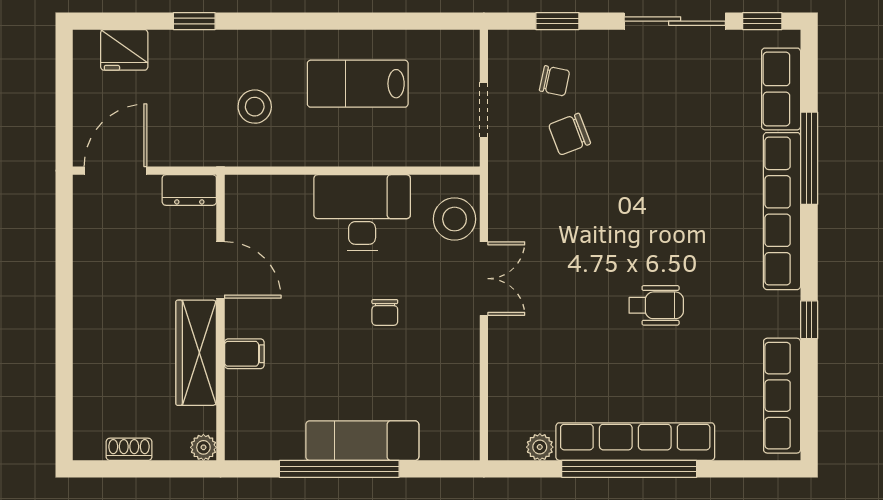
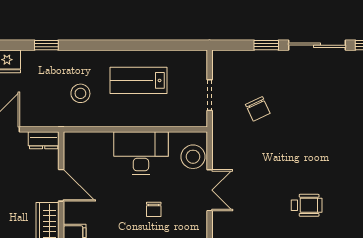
window: (557, 21) -> (266, 45), moved
chair: (555, 81) -> (249, 79), removed
chair: (570, 134) -> (258, 109), turned -94

